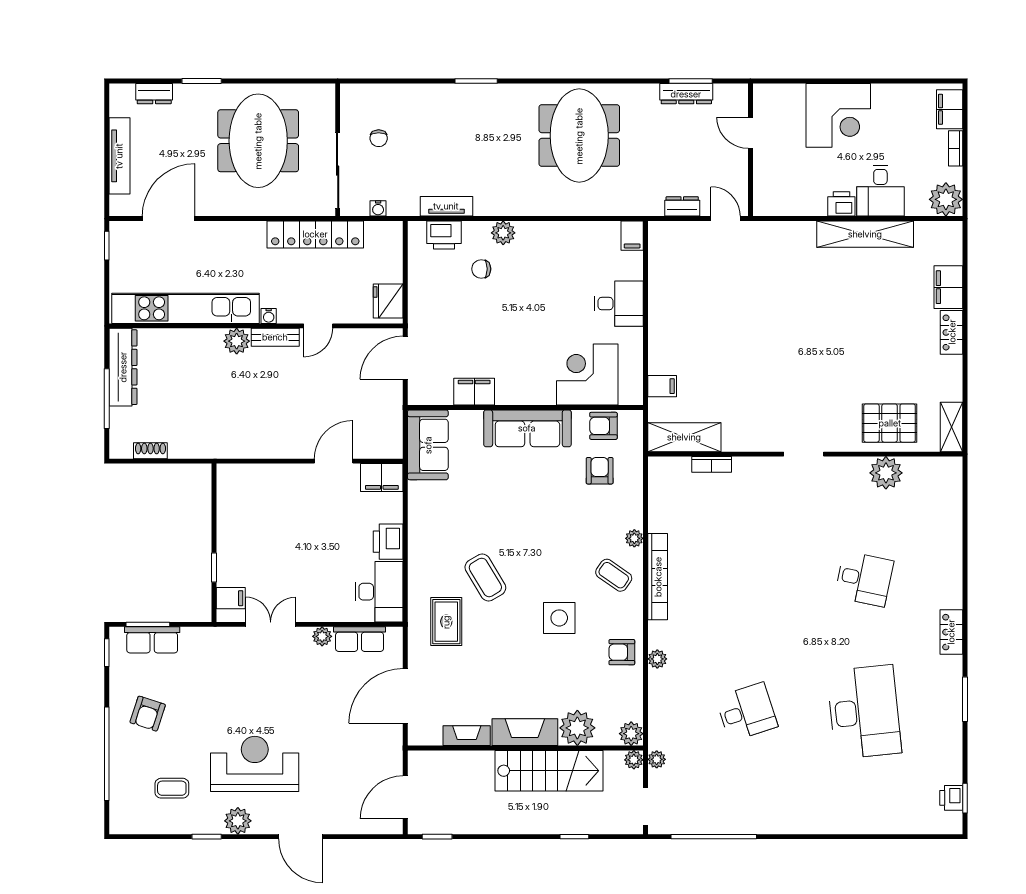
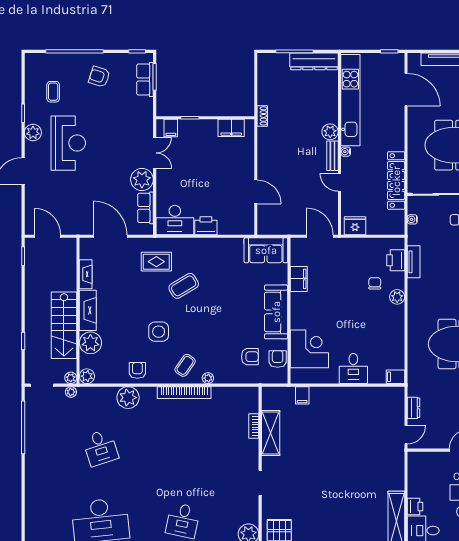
shelving: (684, 437) -> (271, 433), moved
shoe rack: (150, 451) -> (262, 116), moved
filing cabinet: (382, 478) -> (231, 128), moved, turned -90
plant: (322, 636) -> (142, 180), width x1.87, depth x1.87
plant: (657, 659) -> (128, 398), width x1.87, depth x1.87

